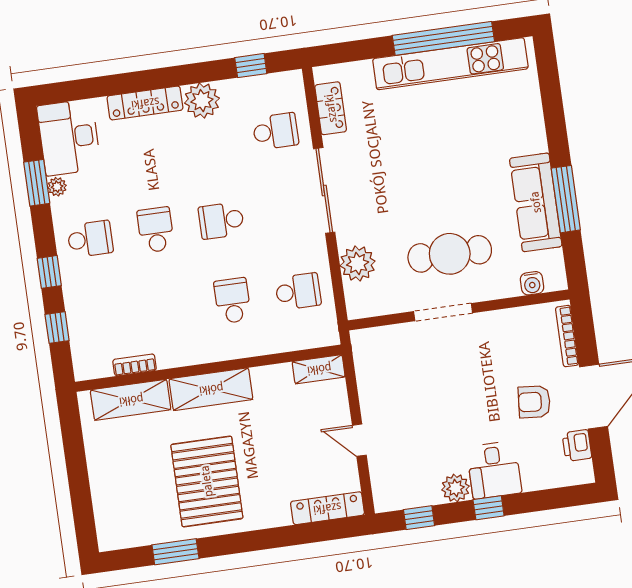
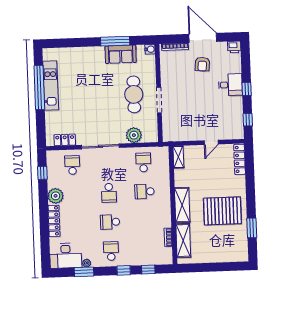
kitchen unit: (450, 64) -> (51, 85), width x0.73
sofa: (536, 202) -> (121, 54), width x0.73
water cooler: (532, 283) -> (150, 49), moved
printer: (577, 445) -> (234, 47), moved
plant: (456, 488) -> (236, 102), removed

